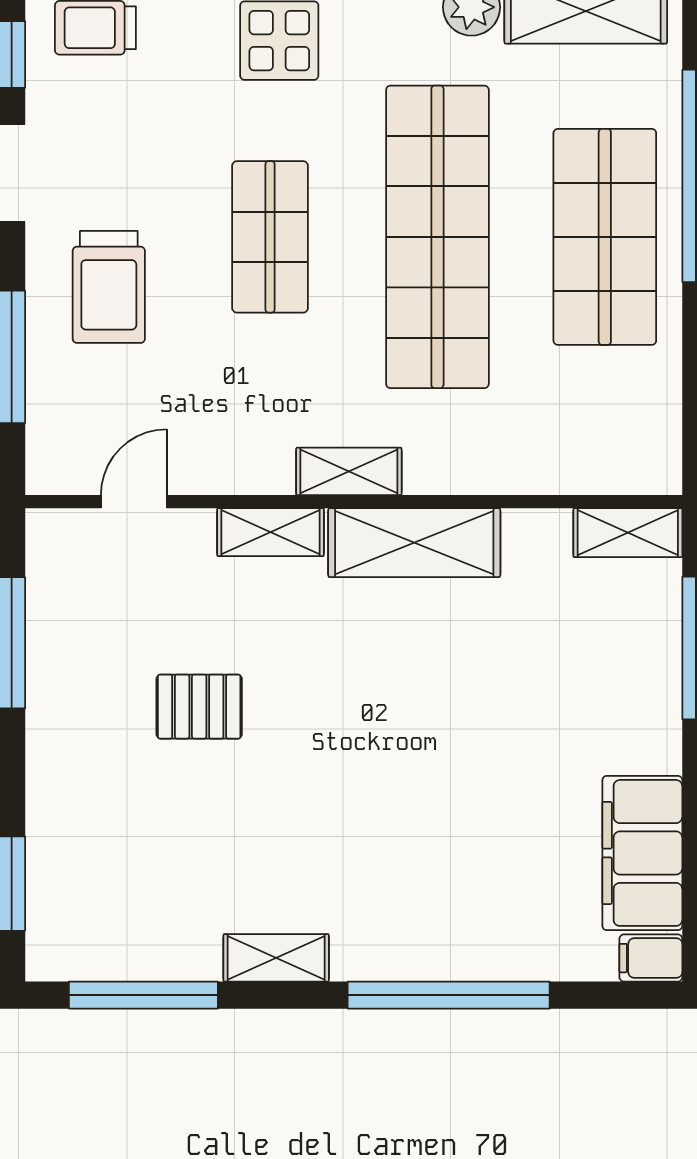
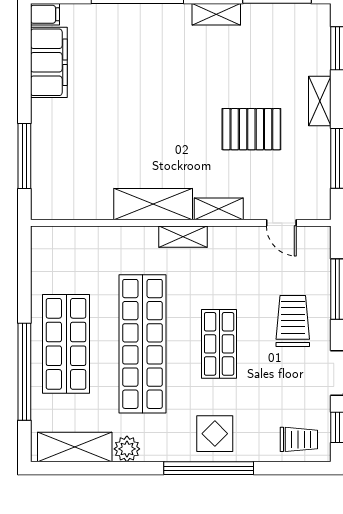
door: (134, 502) -> (281, 223), hinge flipped
shelving: (628, 533) -> (320, 101), moved, turned 90
pallet: (199, 707) -> (251, 129), width x1.50, depth x1.42

